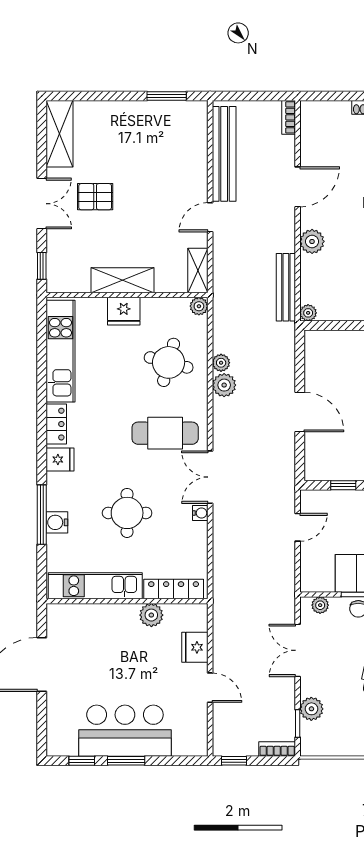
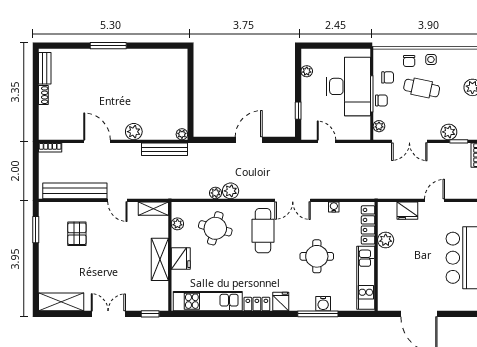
pallet: (95, 197) -> (77, 234), moved
plant: (199, 306) -> (177, 224), moved
water cooler: (200, 513) -> (334, 207), moved

